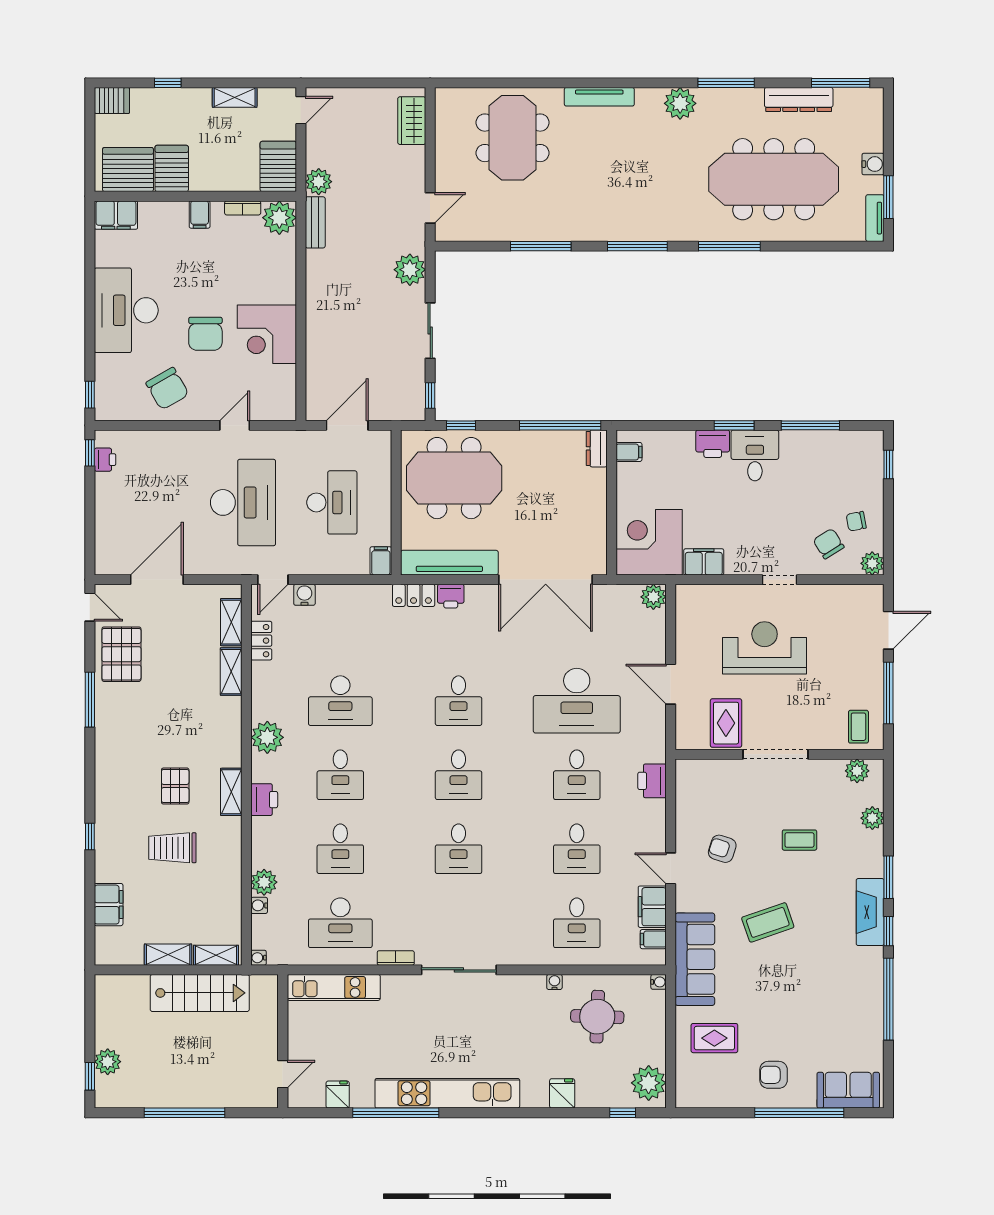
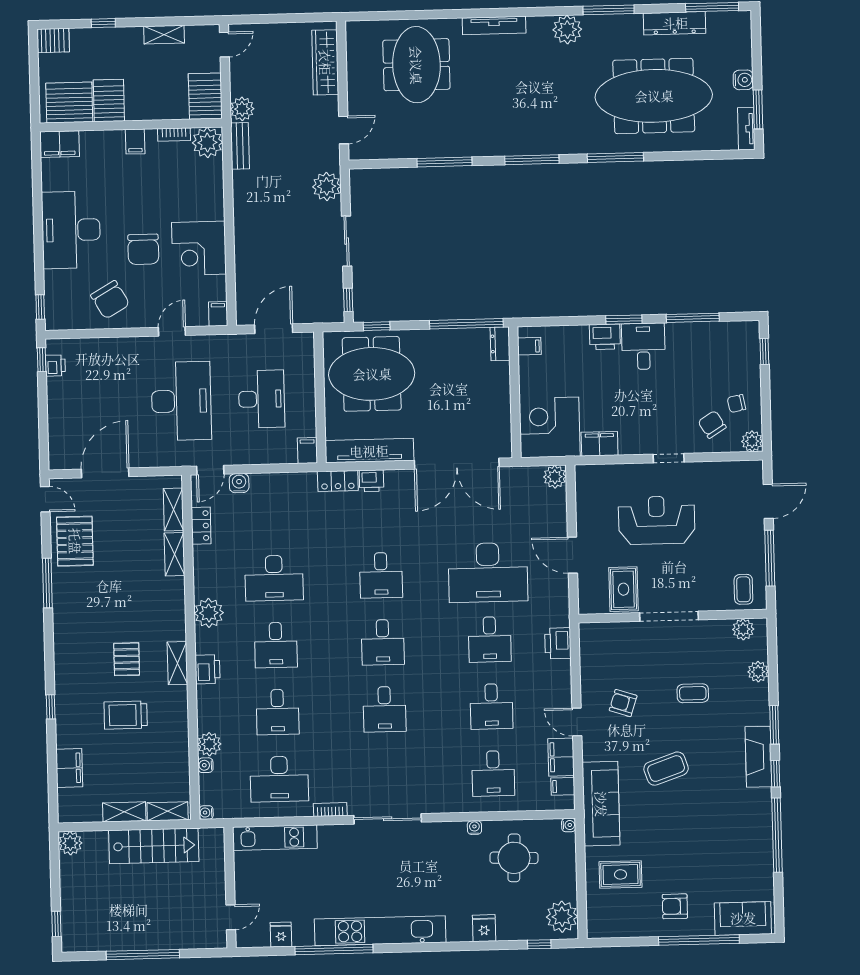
wardrobe: (412, 121) -> (325, 62), width x1.50
filing cabinet: (286, 407) -> (218, 314), added
plant: (108, 1062) -> (70, 843), moved

